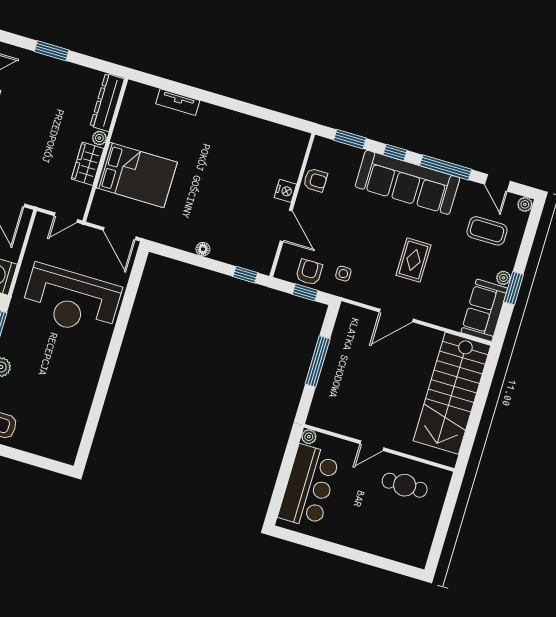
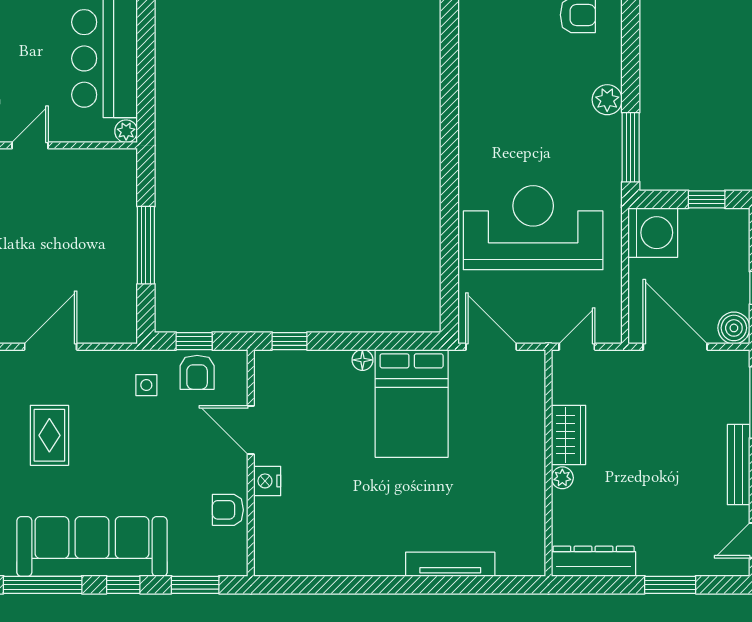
dresser: (107, 102) -> (594, 561), moved, turned -90
tv unit: (178, 102) -> (450, 564), width x1.41
bed: (137, 175) -> (412, 403), moved, turned -90

